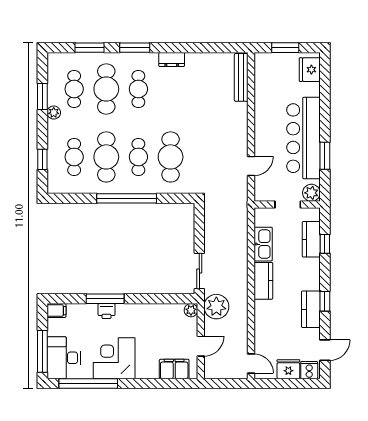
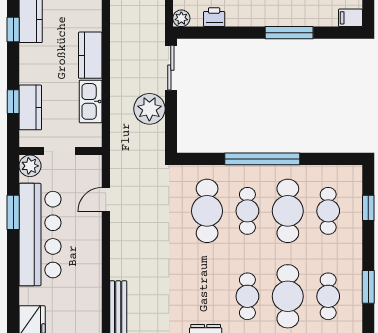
plant: (54, 113) -> (354, 267), removed
plant: (216, 307) -> (149, 109), moved
printer: (107, 311) -> (214, 17), moved

